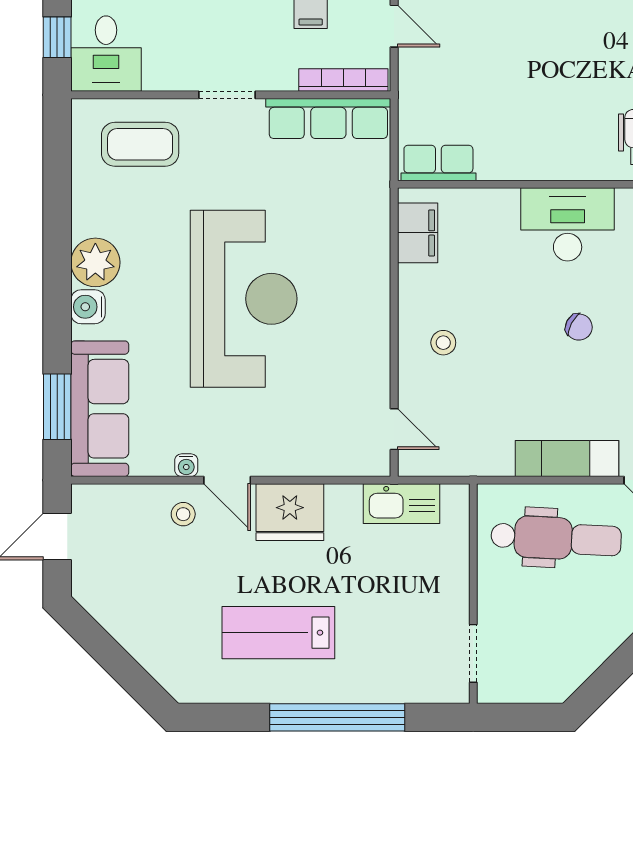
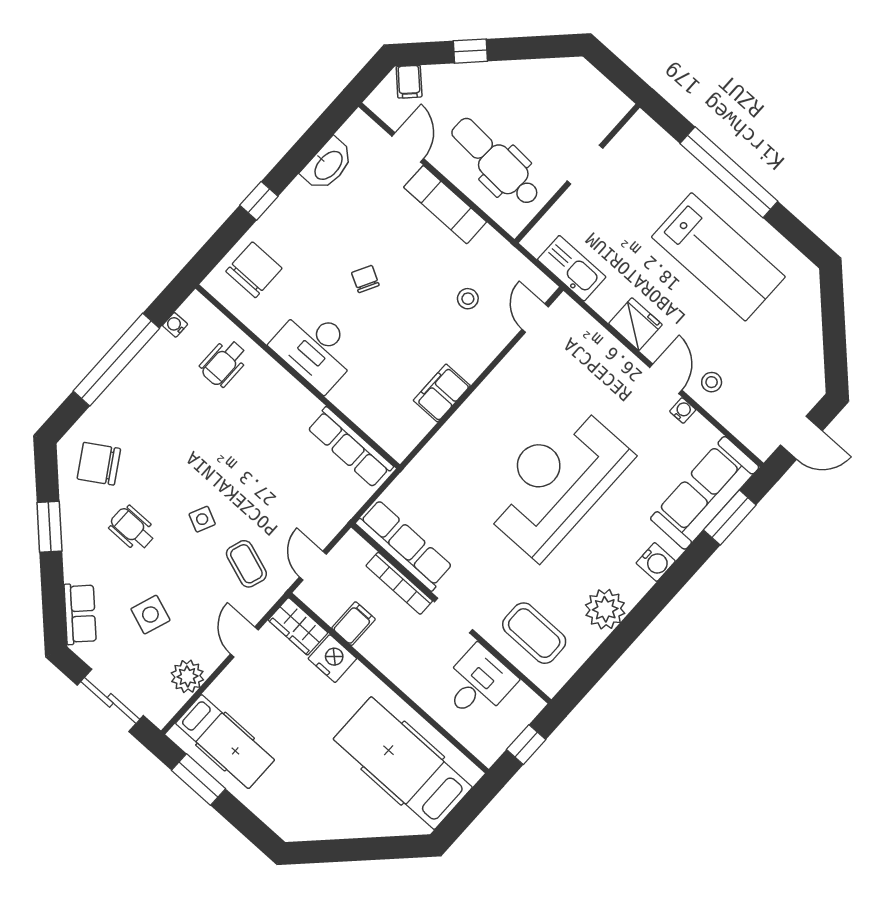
desk: (106, 54) -> (478, 683), moved
bookcase: (343, 80) -> (399, 583), moved
row of seats: (438, 163) -> (350, 447), width x1.48
filing cabinet: (418, 233) -> (442, 393), moved
plant: (95, 262) -> (605, 609), moved
stool: (443, 343) -> (468, 299), moved
fridge: (290, 512) -> (635, 324), width x0.73, depth x0.75
lab bench: (278, 633) -> (718, 257), width x1.36, depth x1.39
doorway: (473, 653) -> (585, 165), moved

